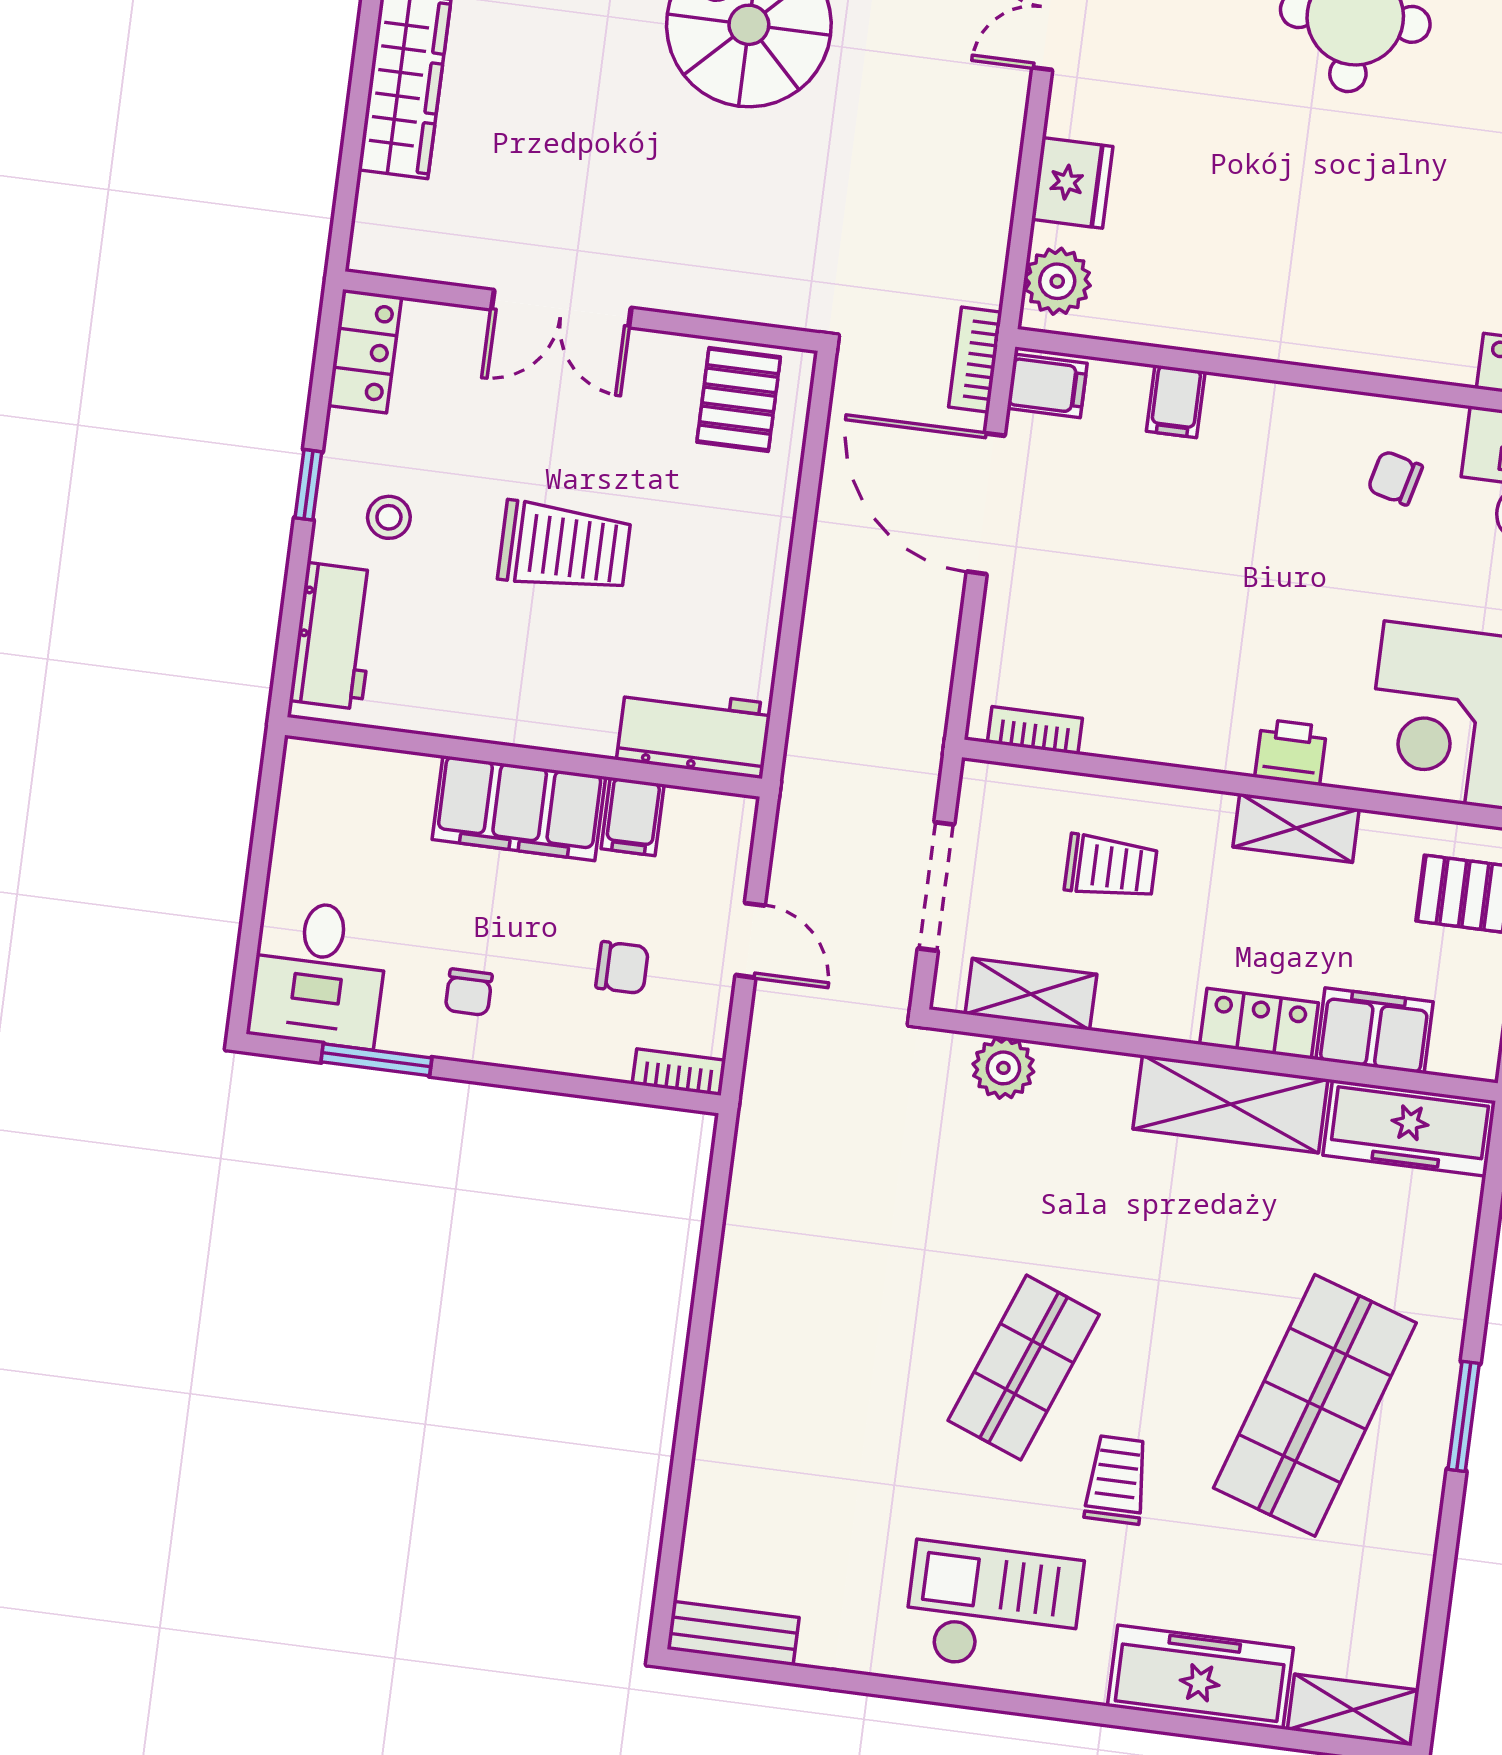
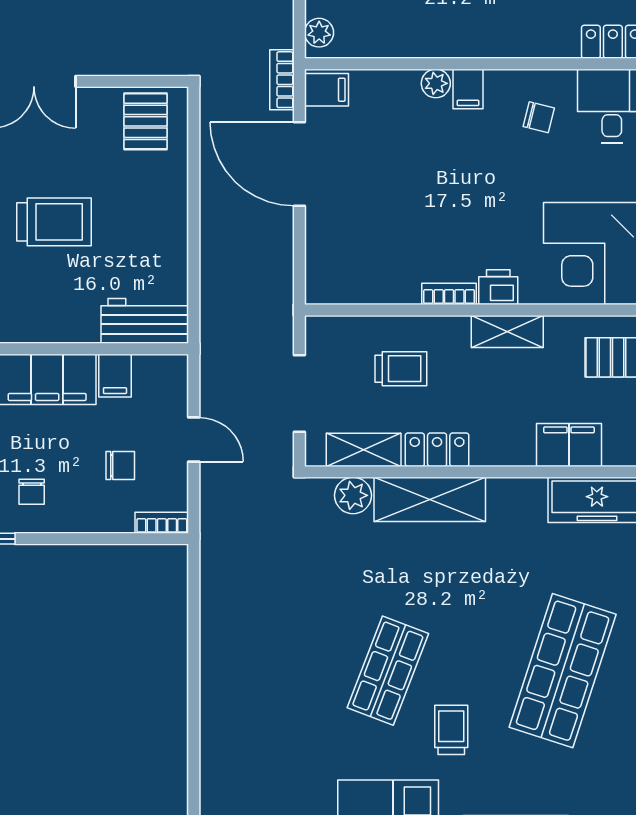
plant: (1057, 281) -> (319, 33), width x0.73, depth x0.73
plant: (1231, 399) -> (436, 83), added
filing cabinet: (1176, 401) -> (468, 89), moved
chair: (1395, 478) -> (539, 117), turned 180
bookcase: (1035, 730) -> (449, 294), moved
locker: (1259, 1024) -> (437, 450), moved
shelving: (1230, 1104) -> (430, 499), moved

